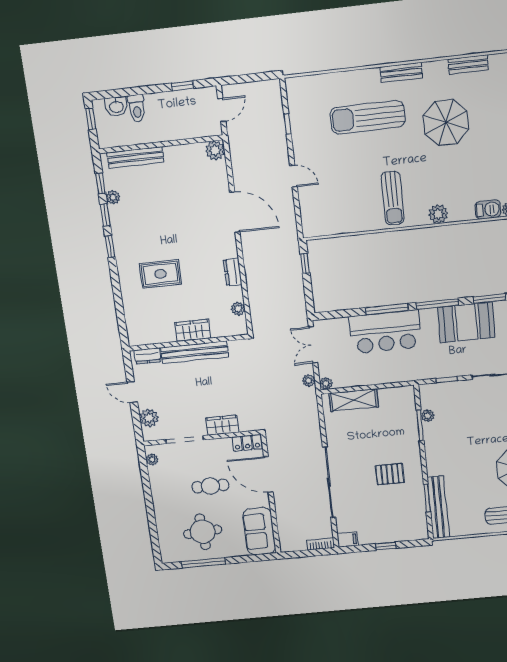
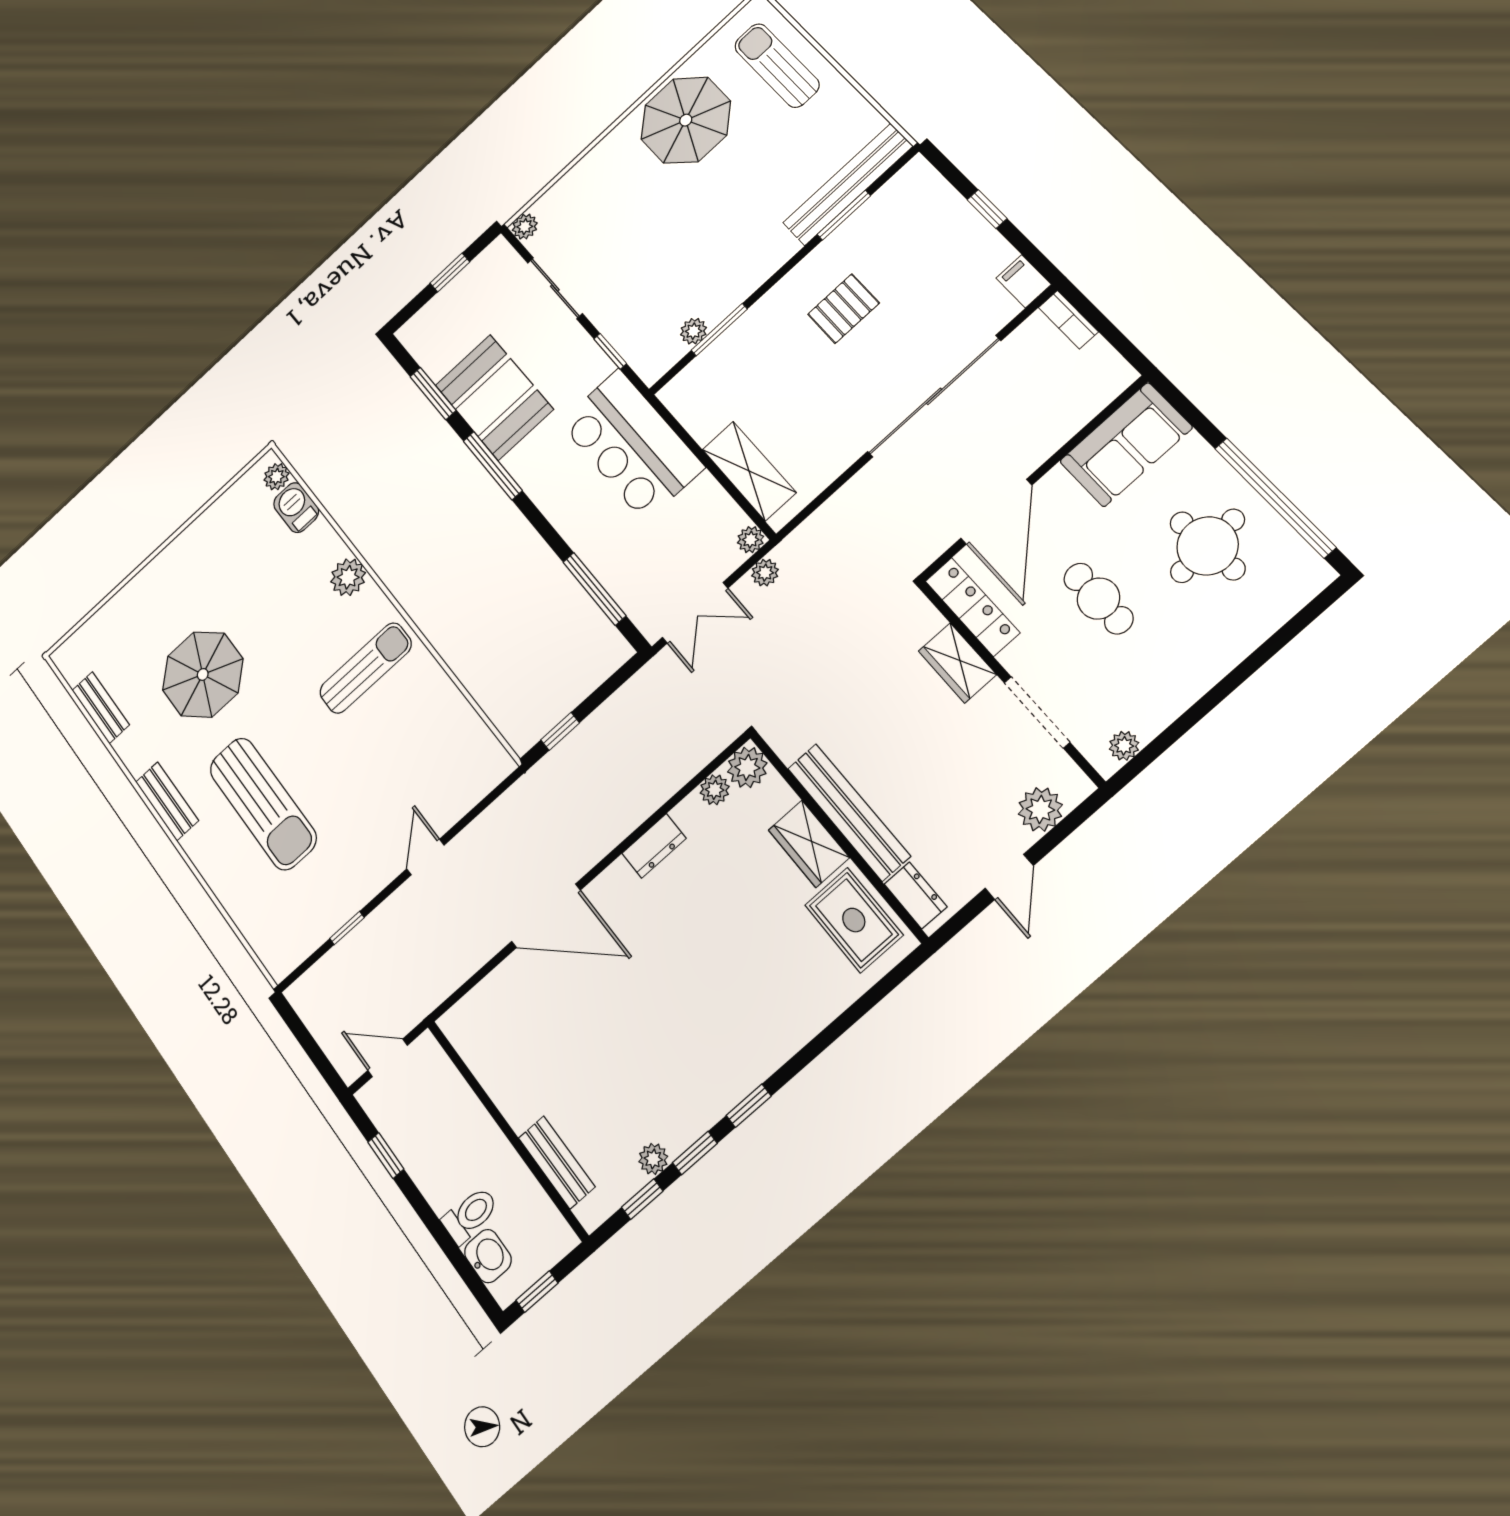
plant: (215, 150) -> (747, 767), moved
bench: (135, 157) -> (557, 1162), width x0.73
door: (235, 212) -> (546, 916), swing flipped
rug: (160, 274) -> (854, 920), moved
window: (387, 309) -> (594, 589), moved
bar counter: (385, 332) -> (631, 445), moved, turned 180
locker: (247, 443) -> (972, 607), width x1.53
pallet: (390, 474) -> (843, 309), turned 90
window: (203, 563) -> (1275, 498), width x1.46

